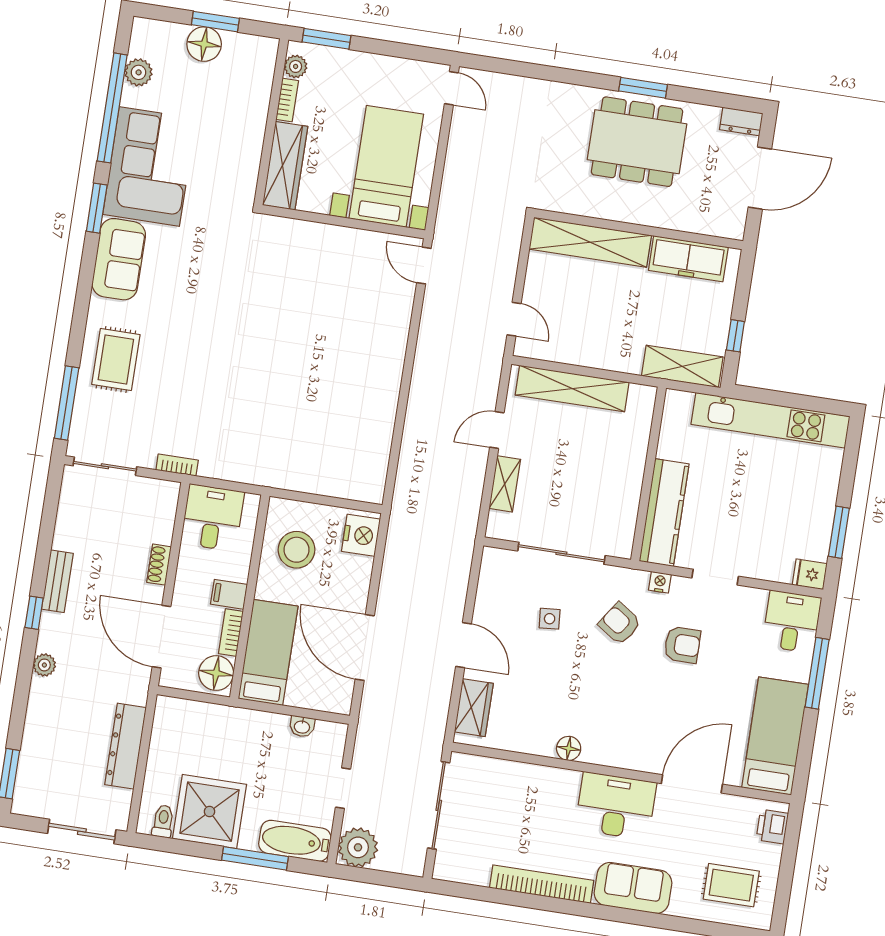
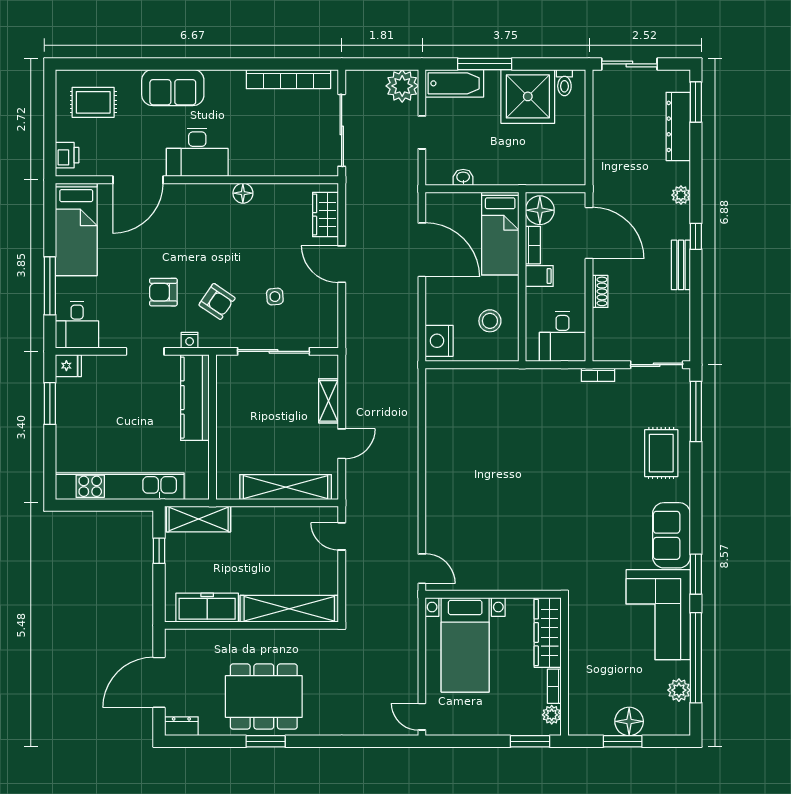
stool: (297, 550) -> (490, 321), width x0.73, depth x0.73
dresser: (126, 746) -> (678, 126), moved, turned 180
bookcase: (542, 884) -> (288, 79), moved

